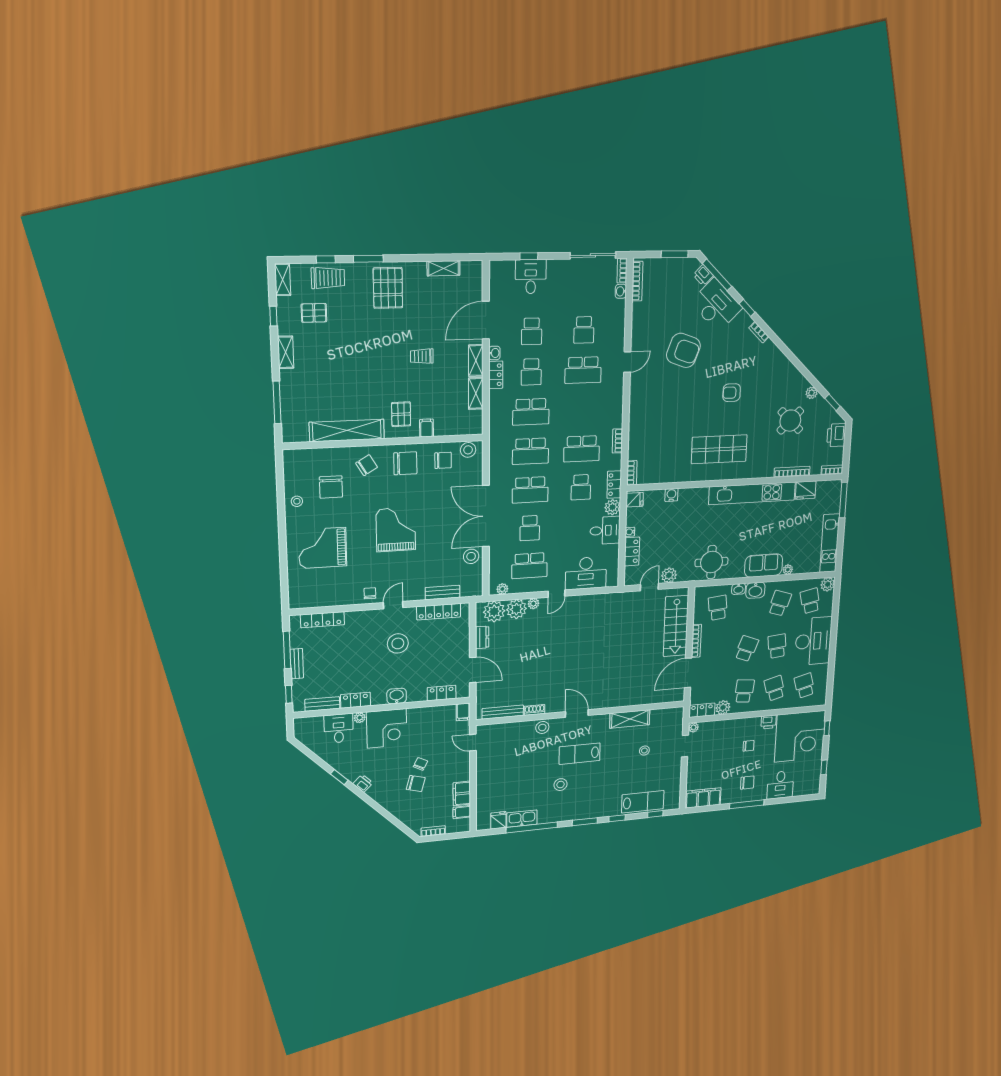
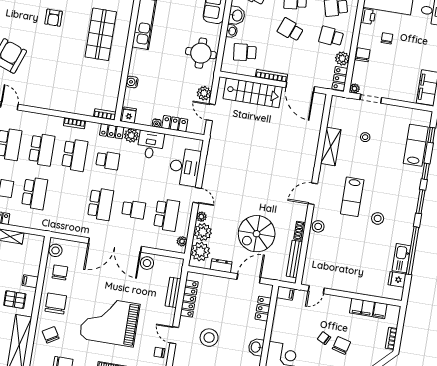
school desk: (530, 451) -> (42, 150), moved
grand piano: (396, 529) -> (110, 321), width x1.37, depth x1.48
spiral stairs: (524, 666) -> (257, 234), added
chair: (747, 783) -> (363, 55), moved

